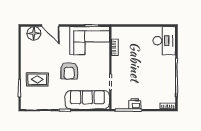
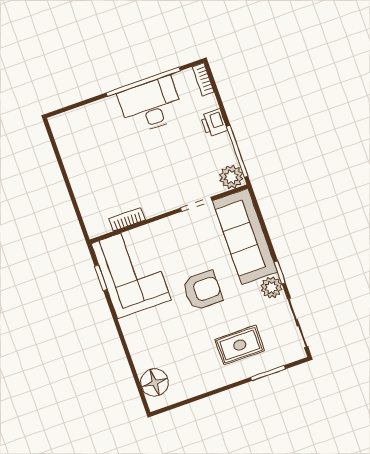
door: (50, 25) -> (128, 356), removed
desk: (164, 41) -> (151, 105), moved
rug: (37, 79) -> (240, 345), turned 90
plant: (117, 103) -> (231, 177), added
plant: (59, 104) -> (271, 287), added
printer: (135, 104) -> (214, 123), moved

